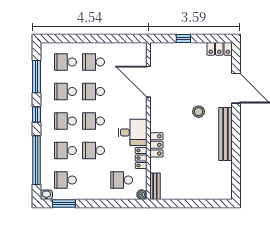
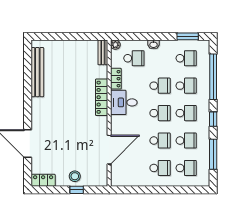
door: (148, 82) -> (109, 150), hinge flipped
stool: (198, 112) -> (75, 176), moved
bench: (225, 134) -> (37, 72), moved
locker: (156, 145) -> (102, 97), width x1.53
washbasin: (46, 195) -> (154, 44), moved

